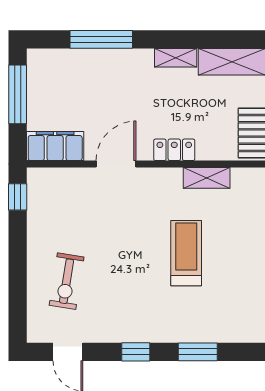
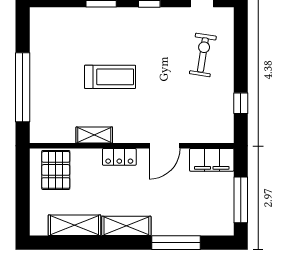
shelving: (176, 58) -> (126, 226), width x1.50, depth x1.33
window: (18, 197) -> (241, 103), moved
treadmill: (186, 253) -> (110, 77), turned -90

